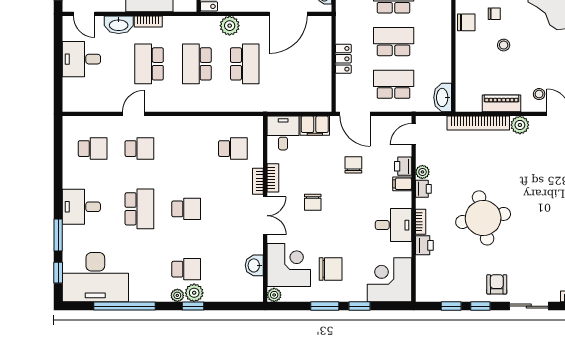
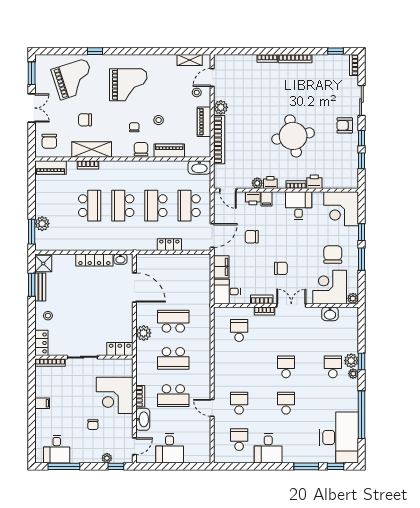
piano: (464, 59) -> (169, 151), added
desk: (81, 207) -> (268, 448), moved
school desk: (139, 209) -> (286, 403), width x0.54

